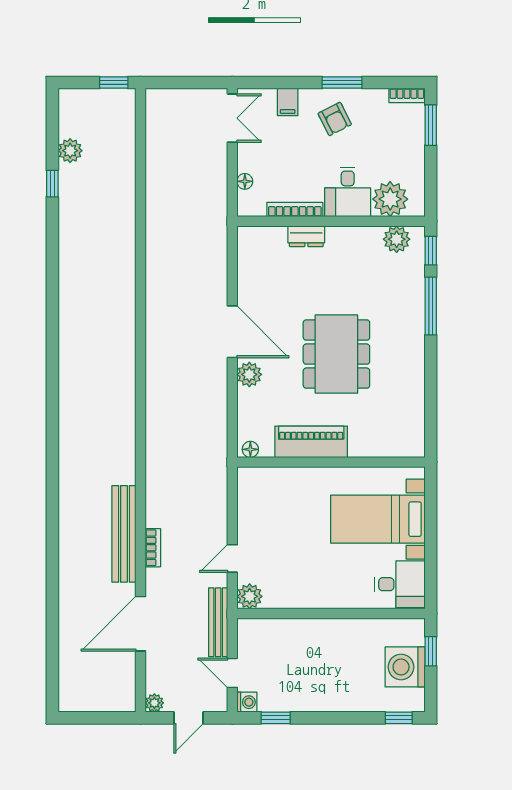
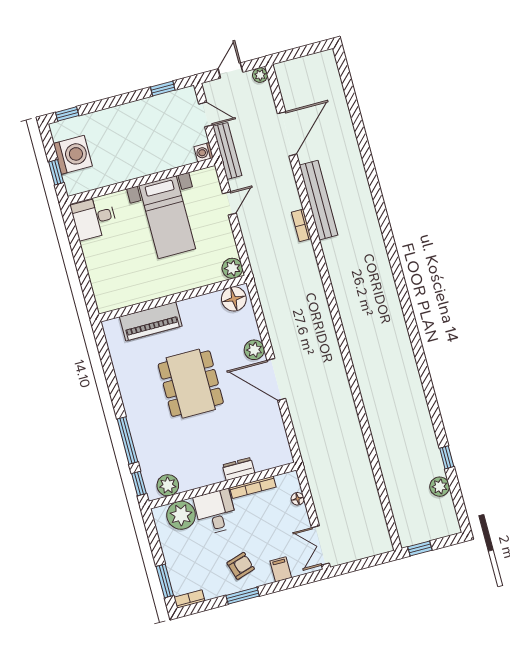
armchair: (335, 119) -> (241, 566), turned 100
piano: (311, 442) -> (151, 321), moved
floor lamp: (250, 449) -> (234, 299), width x1.89, depth x1.89
bed with nightstands: (378, 519) -> (167, 217), moved, turned 90
bookcase: (153, 548) -> (301, 225), moved
plant: (250, 596) -> (232, 268), moved
washing machine: (247, 702) -> (204, 152), moved

